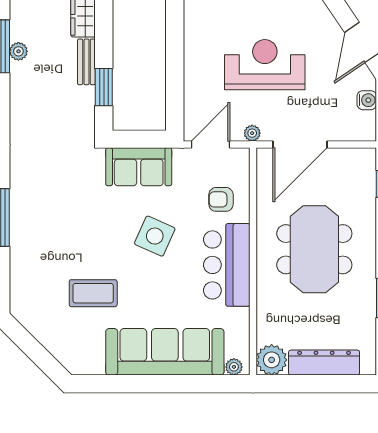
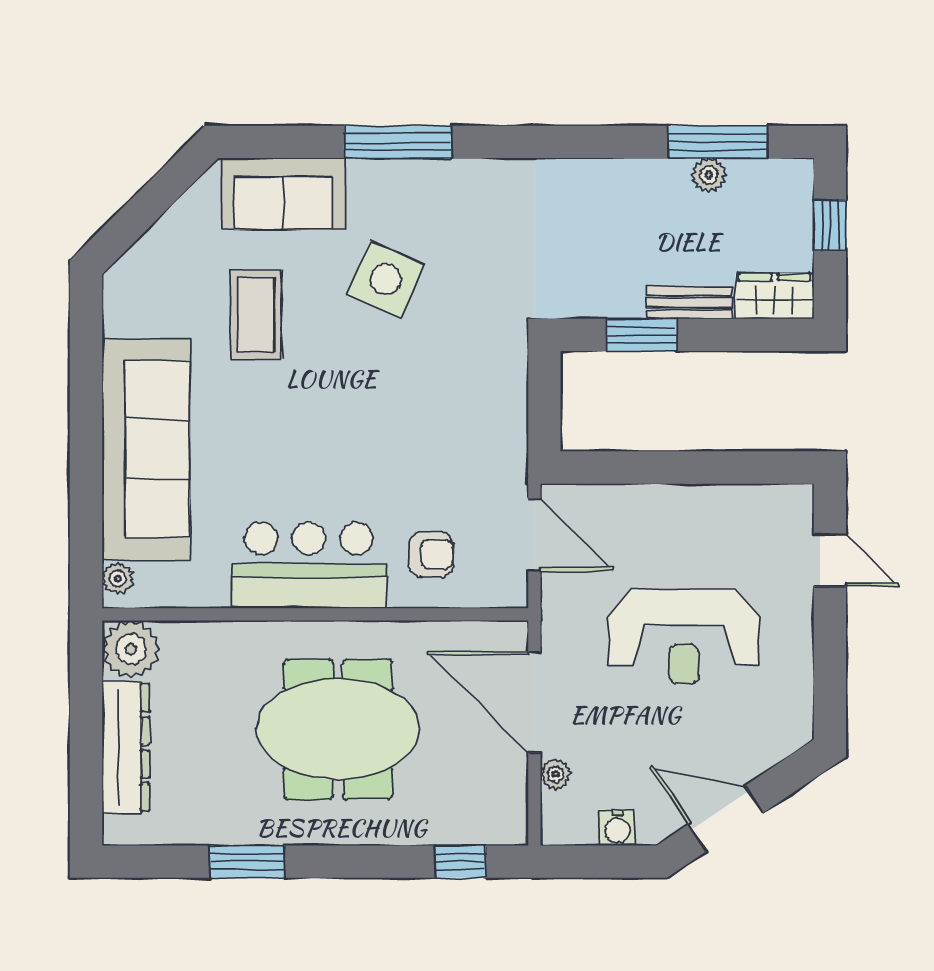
reception desk: (265, 65) -> (684, 636), turned 90
plant: (252, 133) -> (556, 774), moved
sofa: (139, 167) -> (283, 194), moved, turned -90
armchair: (221, 199) -> (431, 554), turned 90
side table: (155, 236) -> (386, 279), moved

